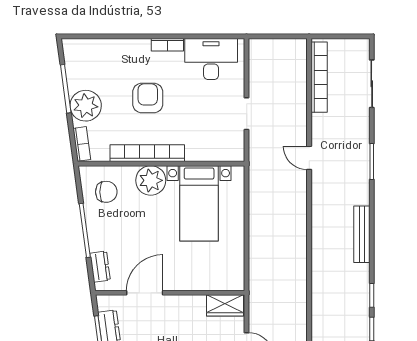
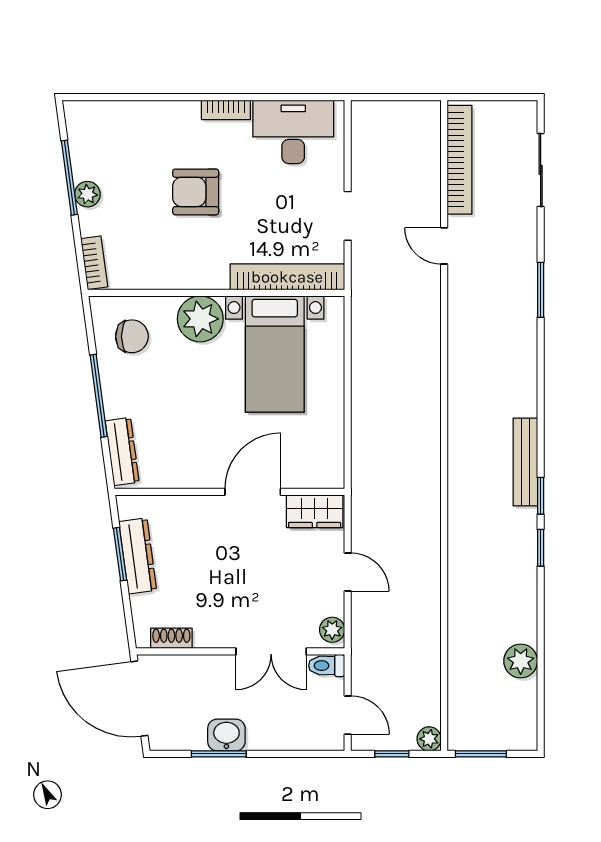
armchair: (148, 98) -> (196, 192), turned -90
plant: (86, 106) -> (87, 194), width x0.53, depth x0.53
bookcase: (147, 153) -> (287, 277), moved
door: (309, 158) -> (444, 246), moved
bench: (362, 234) -> (525, 462), moved
dresser: (100, 267) -> (122, 452), width x1.44
door: (145, 293) -> (253, 492), moved

